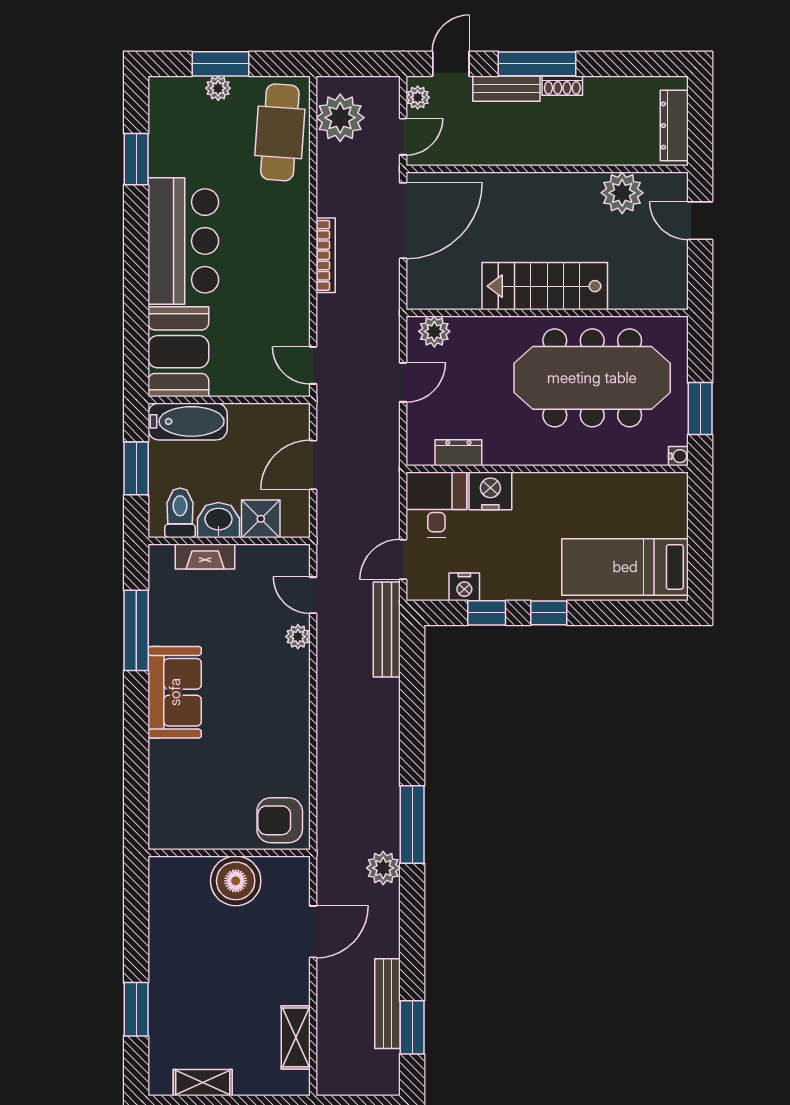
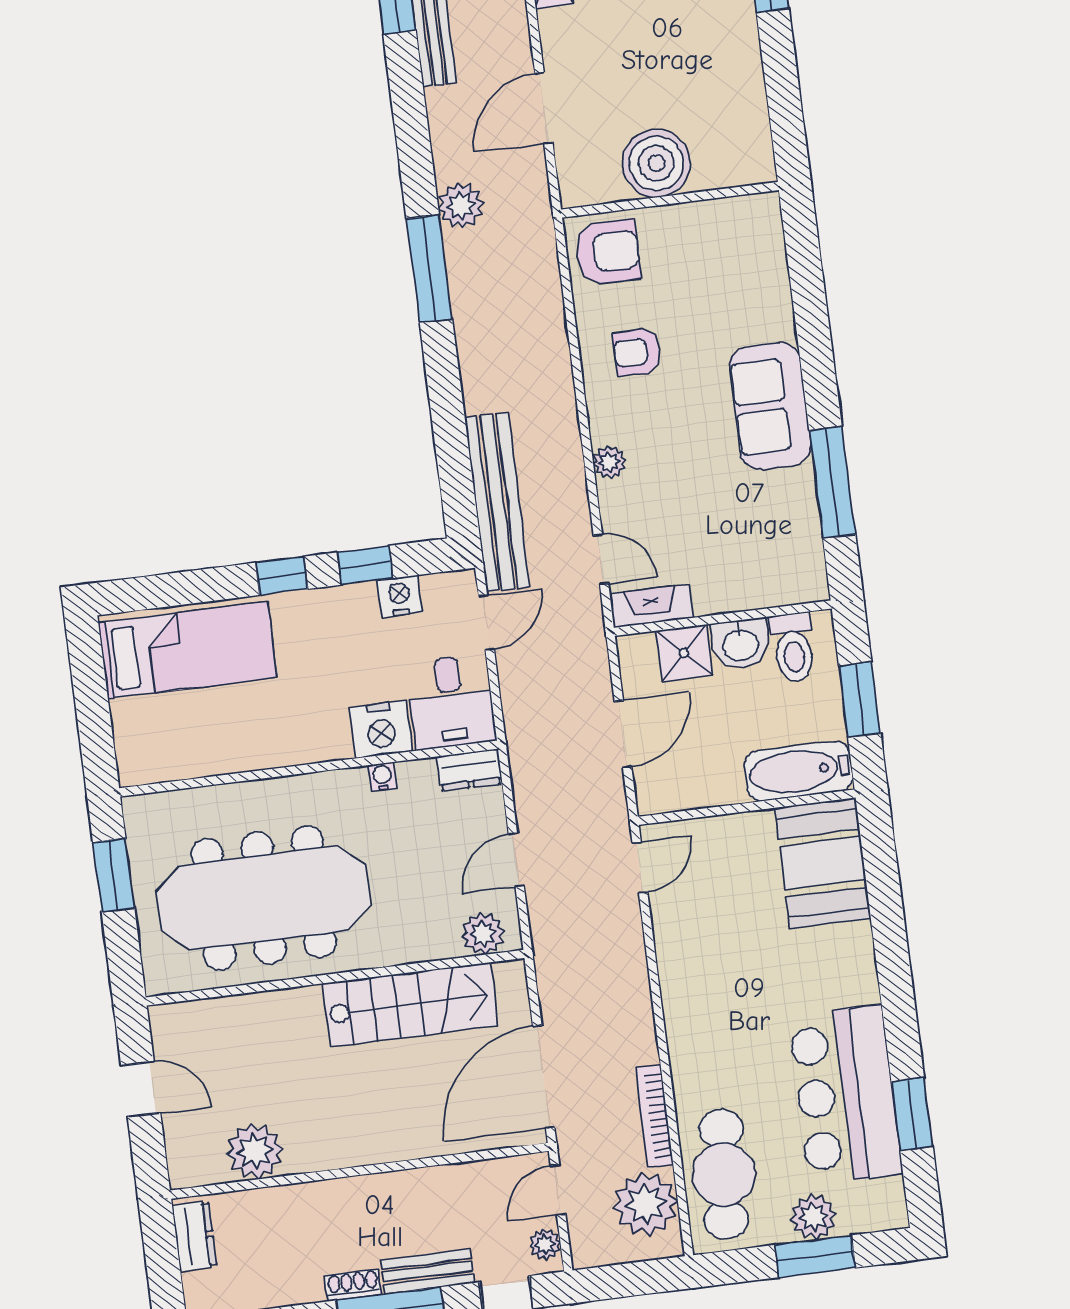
plant: (218, 88) -> (813, 1217), width x1.38, depth x1.38
dresser: (674, 126) -> (194, 1236), width x0.70
door: (700, 221) -> (141, 1089), moved
bar counter: (183, 241) -> (845, 1095), moved
bookcase: (326, 255) -> (654, 1116), moved
stairs: (545, 286) -> (410, 1004), moved
door: (313, 365) -> (640, 868), hinge flipped
dresser: (458, 453) -> (469, 770), moved
water cooler: (678, 456) -> (382, 776), moved, turned 90
fireplace: (205, 556) -> (651, 606), moved
bench: (387, 630) -> (497, 502), width x1.37, depth x1.21
plant: (298, 637) -> (609, 462), moved
armchair: (267, 744) -> (637, 352), added

